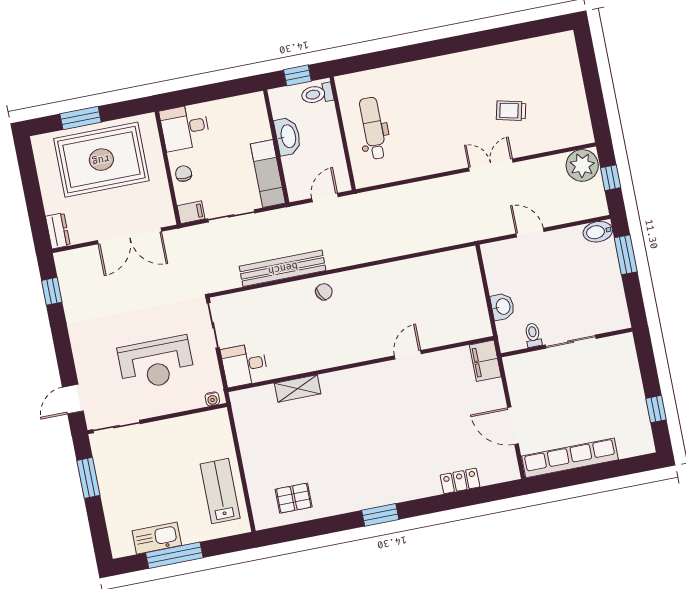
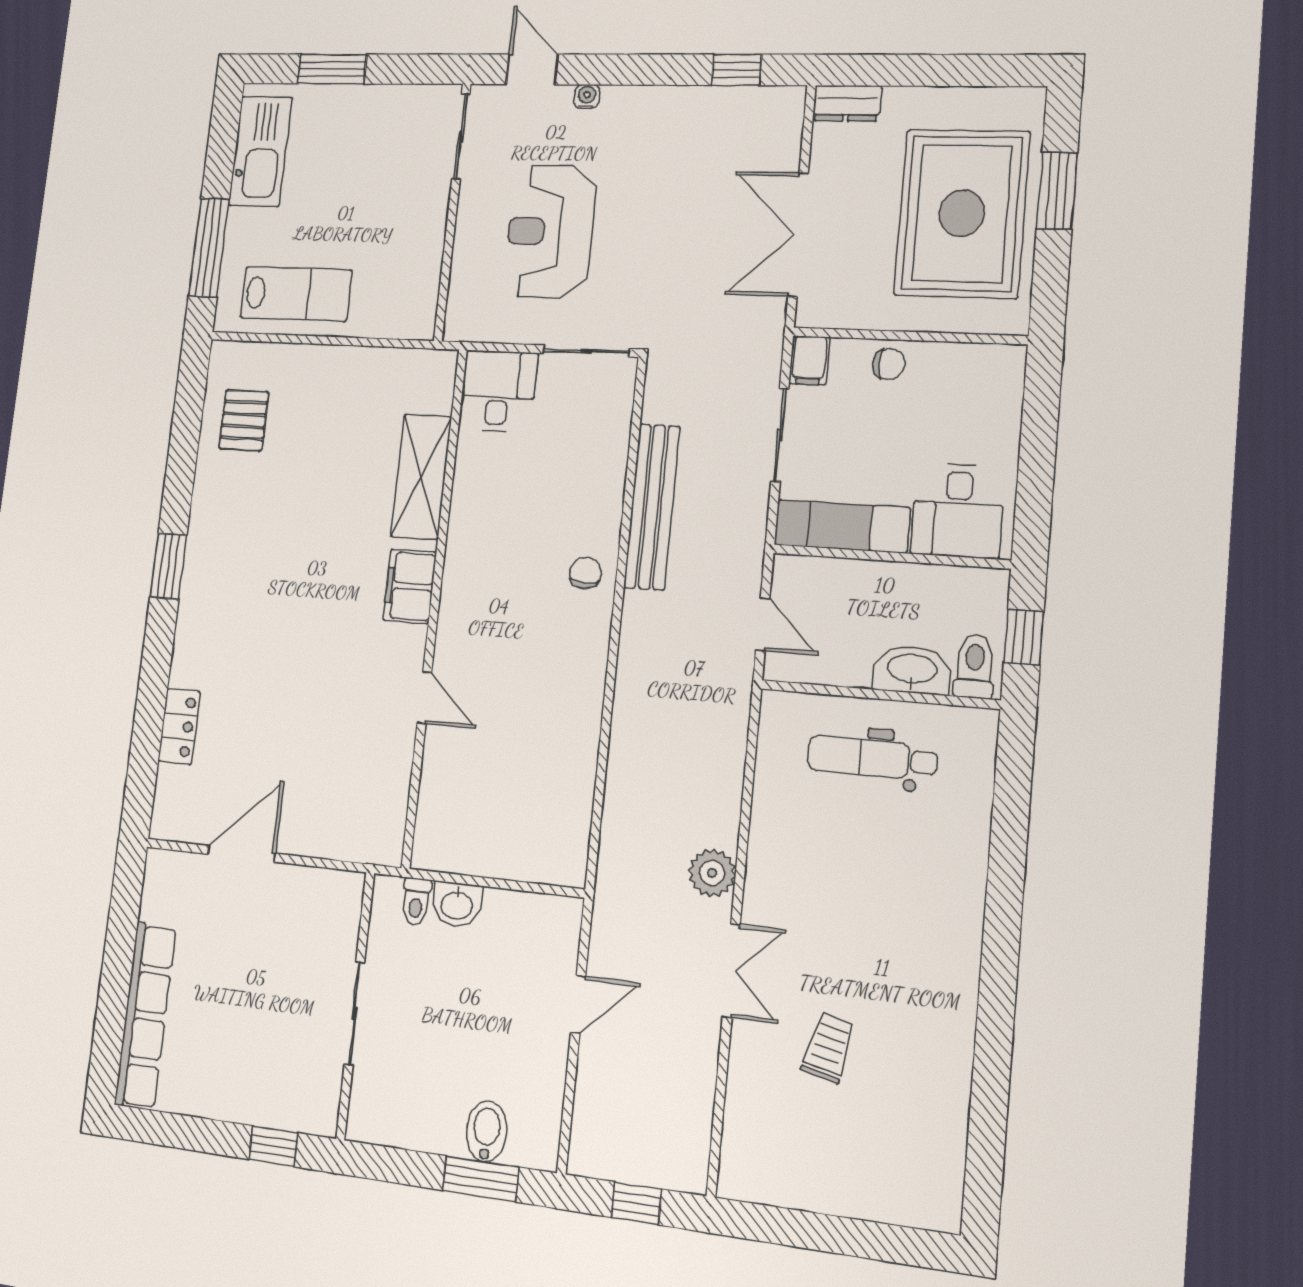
desk: (185, 127) -> (958, 510), moved, turned 180
dental chair: (373, 128) -> (872, 758), turned 180
washbasin: (288, 136) -> (912, 670), moved, turned 180
plant: (582, 165) -> (712, 873), moved, width x0.73, depth x0.73
bidet: (598, 232) -> (486, 1131), moved
chair: (324, 292) -> (585, 573), turned -153
toilet: (533, 335) -> (416, 902), moved, turned 90
filing cabinet: (485, 361) -> (410, 586), moved, turned -90
shelving: (298, 388) -> (421, 477), width x1.50, depth x1.33
water cooler: (212, 399) -> (587, 97), moved, turned 90
window: (656, 409) -> (273, 1146), moved
row of seats: (570, 458) -> (145, 1015), moved
window: (88, 478) -> (332, 69), moved
kitchen sink: (157, 538) -> (260, 151), width x1.36, depth x1.24
window: (174, 555) -> (209, 248), moved

